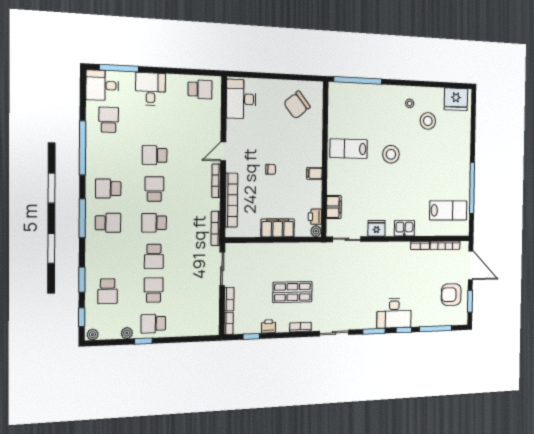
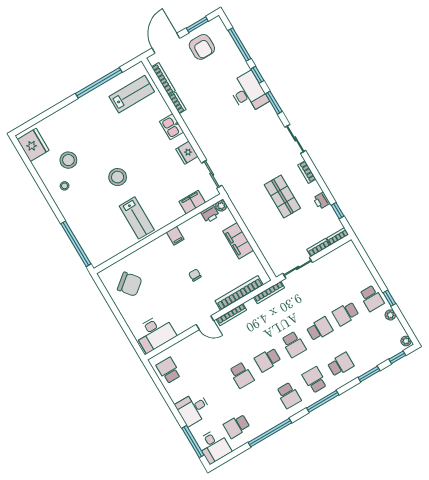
lab bench: (448, 210) -> (132, 94), turned 90
school desk: (108, 291) -> (341, 365), moved

